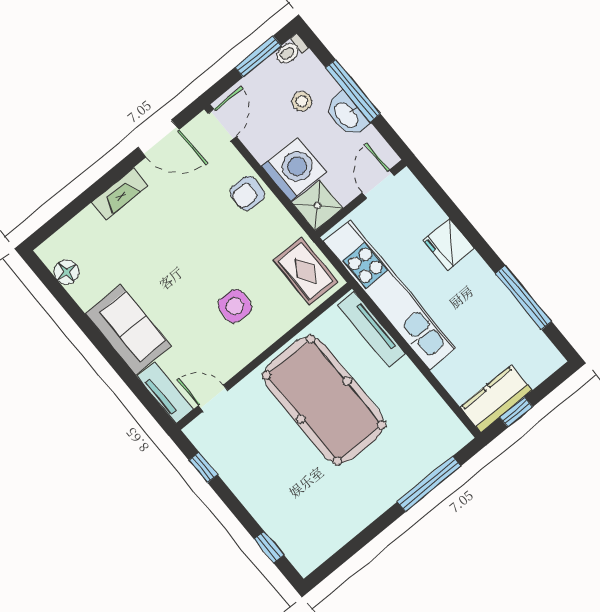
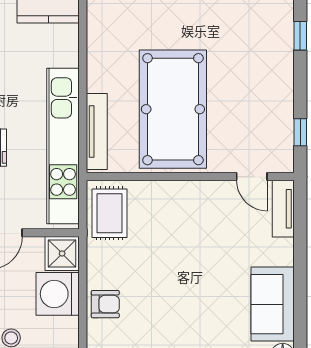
side table: (235, 306) -> (181, 230), removed
sofa: (128, 330) -> (273, 304), moved

